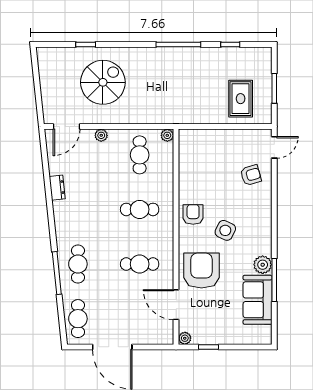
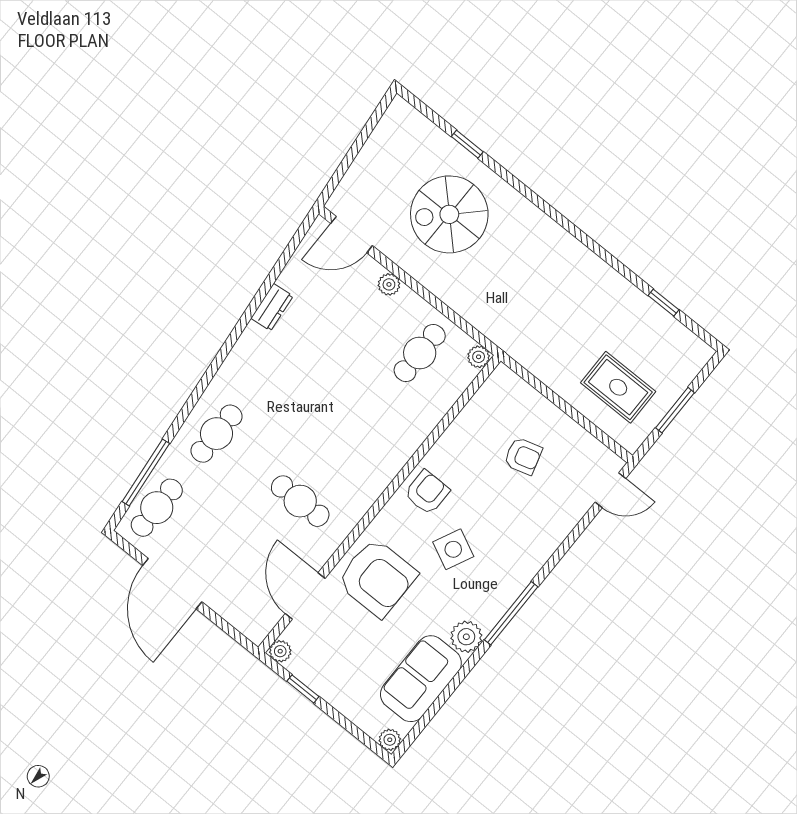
window: (178, 44) -> (593, 246), removed
spiral stairs: (103, 82) -> (449, 214), turned 180
rug: (241, 99) -> (618, 387), turned 90
armchair: (251, 175) -> (523, 456), moved
cafe table: (140, 209) -> (360, 427), removed
armchair: (201, 271) -> (377, 578), turned 90
window: (57, 273) -> (146, 472), moved
window: (274, 280) -> (511, 613), moved
plant: (266, 338) -> (390, 740), added

